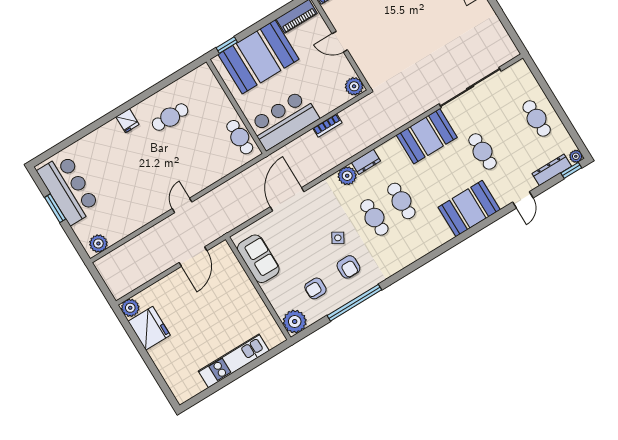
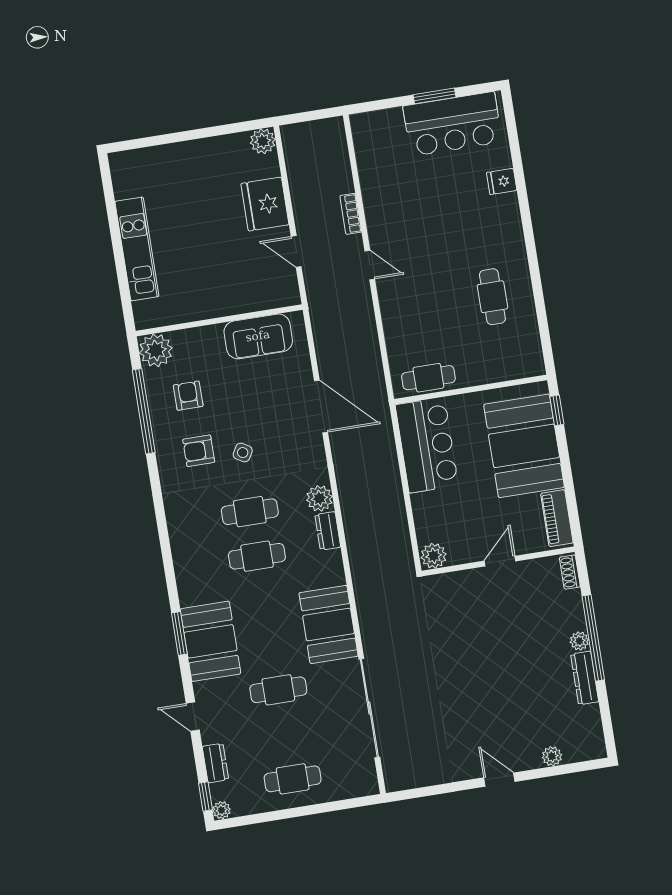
fridge: (127, 121) -> (502, 181), moved
bookcase: (327, 125) -> (351, 214), moved
dresser: (552, 170) -> (215, 763), width x0.70
window: (472, 231) -> (179, 634), added
plant: (98, 243) -> (365, 134), removed
door: (193, 257) -> (296, 252), width x0.73
window: (354, 303) -> (144, 411), moved
fridge: (149, 328) -> (265, 204), moved, turned 90

